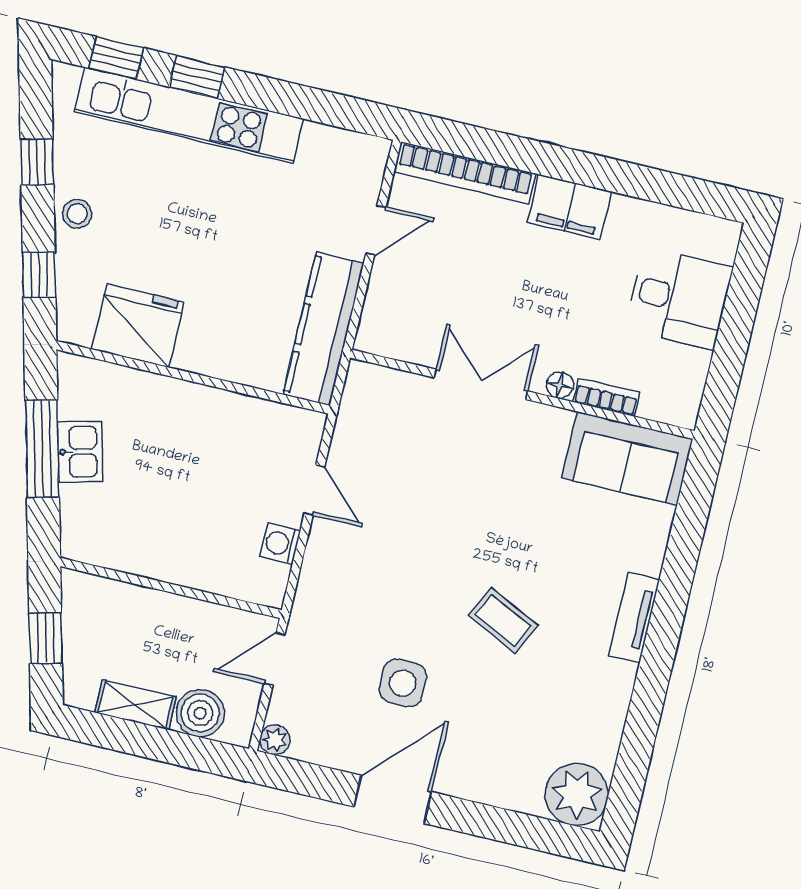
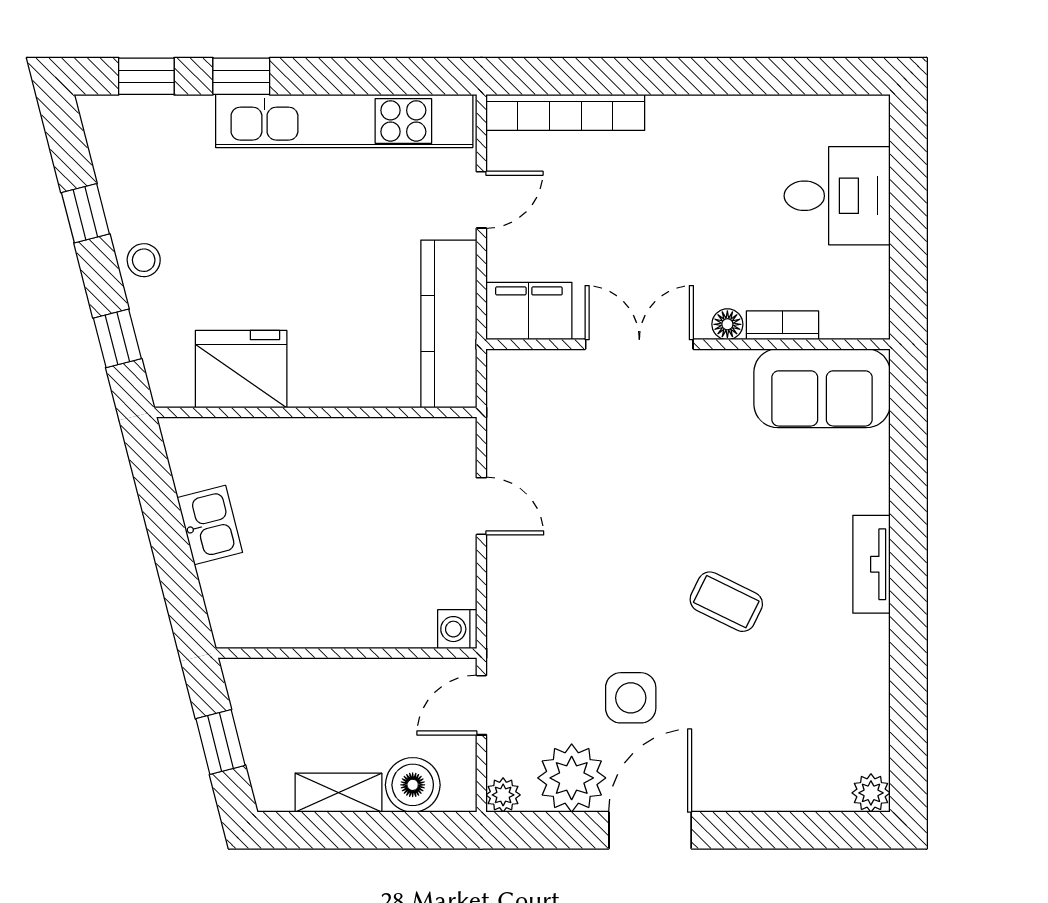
kitchen unit: (189, 115) -> (344, 121), moved
filing cabinet: (570, 207) -> (529, 311), moved, turned 180
window: (42, 449) -> (167, 532), removed
washing machine: (280, 544) -> (457, 629), moved
plant: (337, 739) -> (572, 778), added
plant: (577, 794) -> (871, 793), width x0.53, depth x0.53

